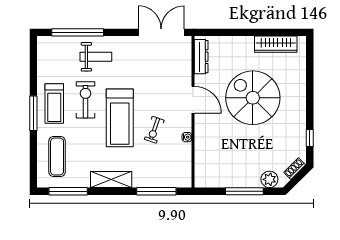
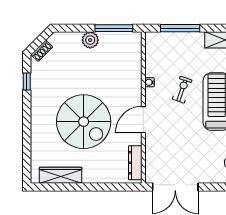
door: (193, 100) -> (143, 120), hinge flipped
plant: (269, 179) -> (90, 40), moved
window: (244, 191) -> (114, 28), moved

